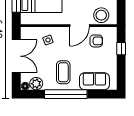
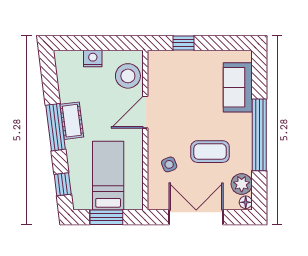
door: (79, 26) -> (145, 112), swing flipped
armchair: (96, 41) -> (171, 84), removed
coffee table: (63, 72) -> (210, 152), moved

